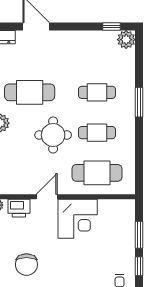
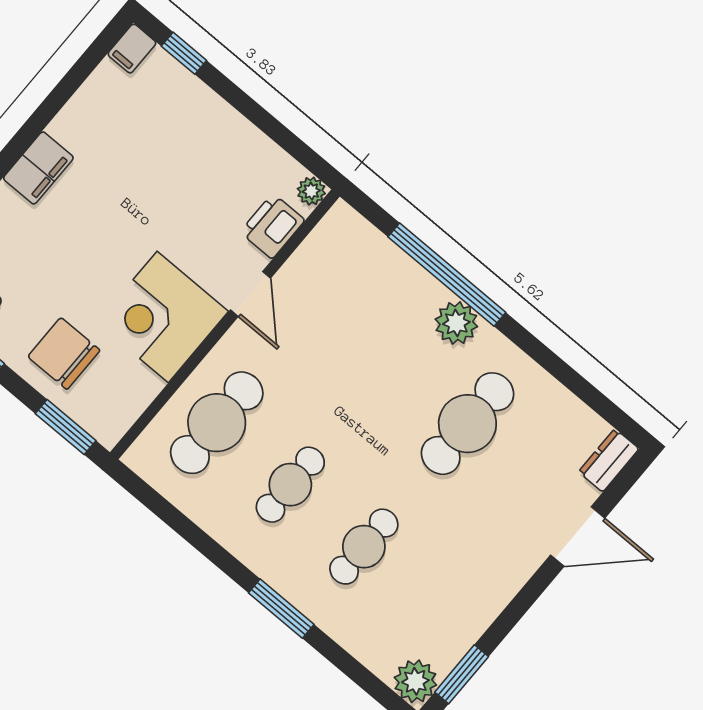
window: (112, 27) -> (462, 674), width x1.50
round table: (53, 135) -> (353, 401), removed
window: (139, 235) -> (66, 427), moved
chair: (26, 265) -> (64, 353), moved

